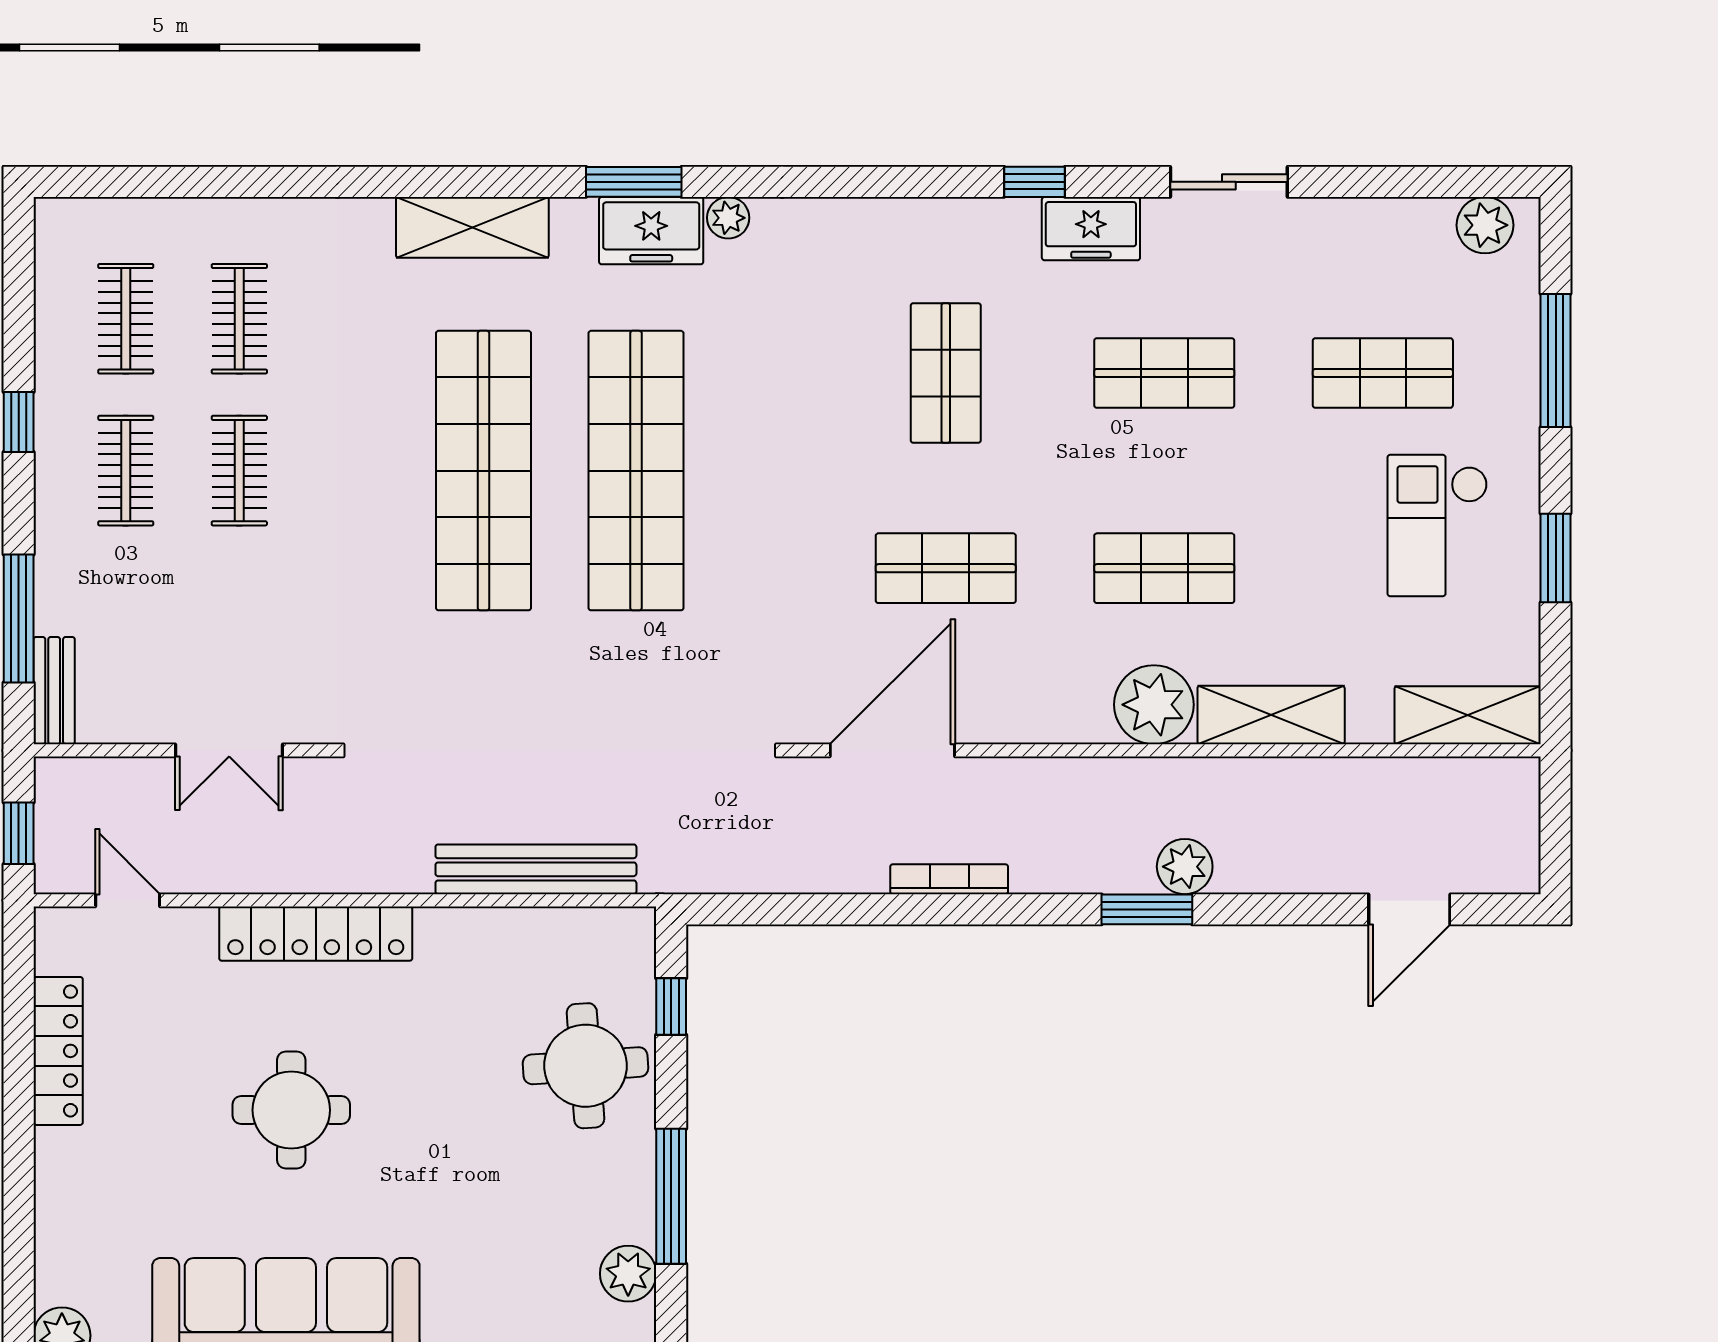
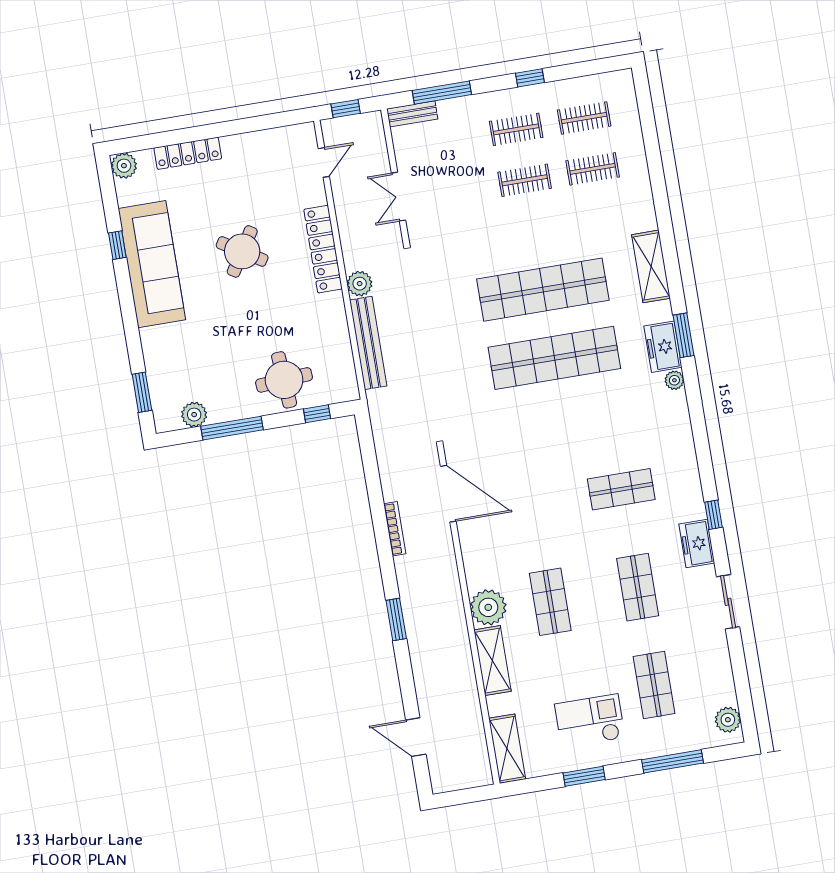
shop shelf: (946, 568) -> (534, 504), removed
plant: (1185, 867) -> (360, 284), moved
locker: (58, 1051) -> (188, 153), moved
round table: (291, 1110) -> (242, 251), turned 32

